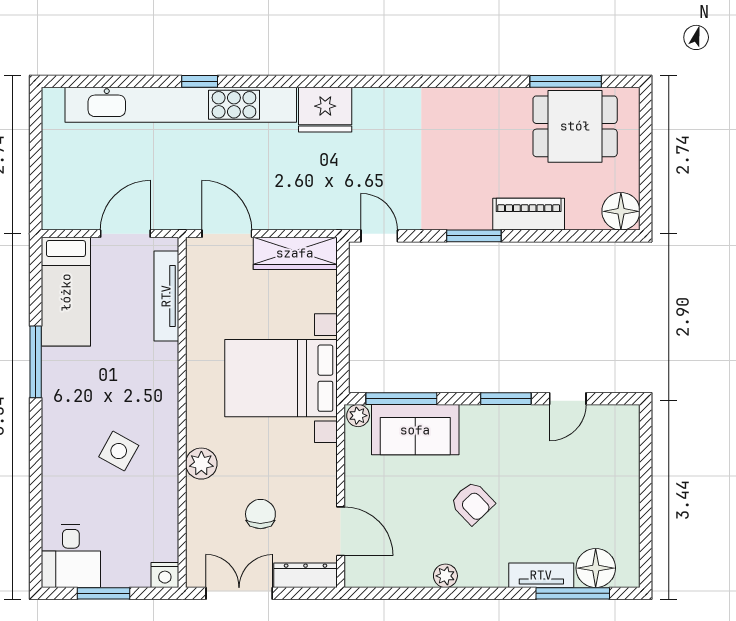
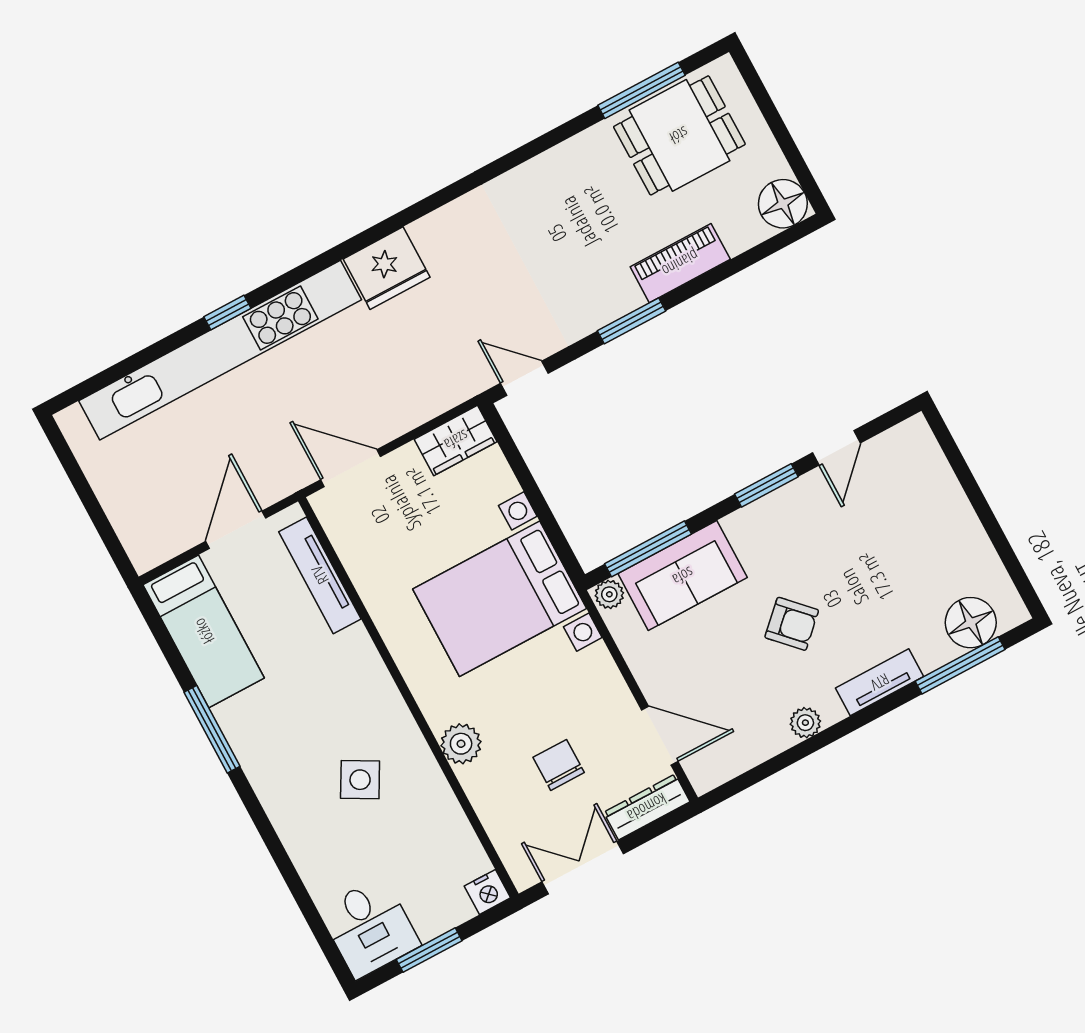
wardrobe: (295, 253) -> (456, 440), width x0.67
tv unit: (541, 575) -> (880, 682), moved

